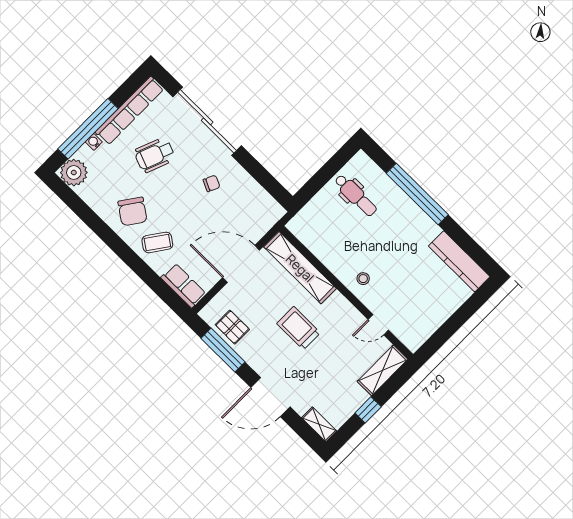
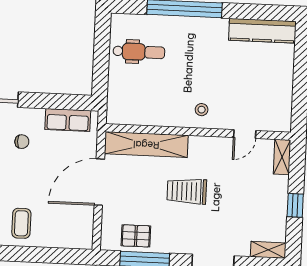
chair: (212, 183) -> (22, 142), turned 65
coffee table: (157, 242) -> (21, 223), turned -35
row of seats: (183, 286) -> (68, 120), moved, turned 180
shelving: (383, 370) -> (282, 157), width x0.67, depth x0.75

